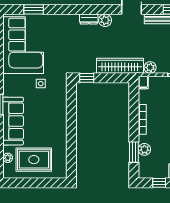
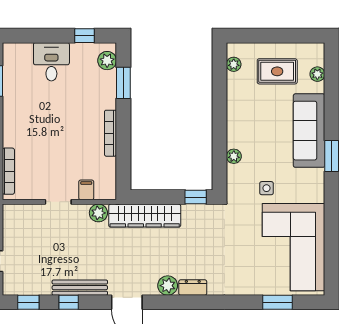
filing cabinet: (143, 82) -> (86, 190), moved
plant: (62, 104) -> (234, 156), added
plant: (144, 149) -> (107, 61), moved
rug: (34, 160) -> (277, 71), width x0.73, depth x0.70
plant: (62, 164) -> (234, 64), added

